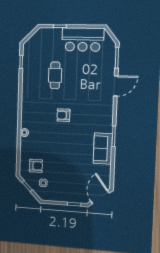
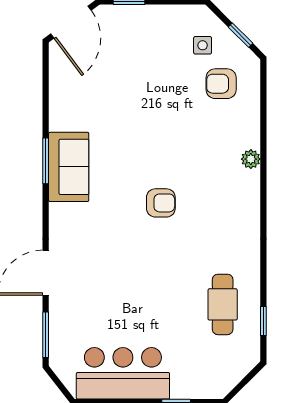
cafe table: (55, 75) -> (223, 304), moved
sofa: (103, 149) -> (69, 167), moved

